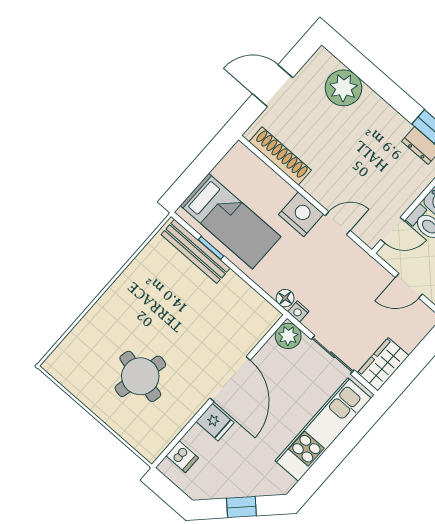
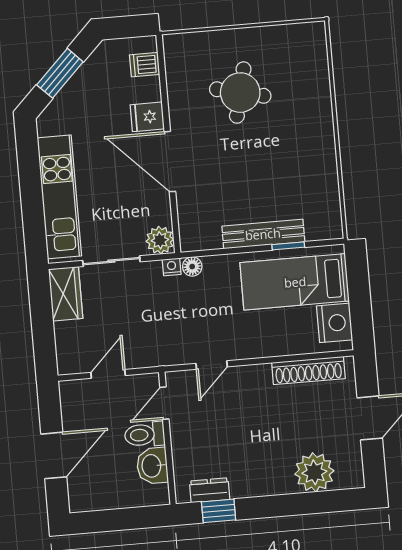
nightstand: (301, 214) -> (335, 323), moved, turned -90
bench: (196, 251) -> (263, 234), moved
window: (241, 507) -> (60, 73), width x1.50

